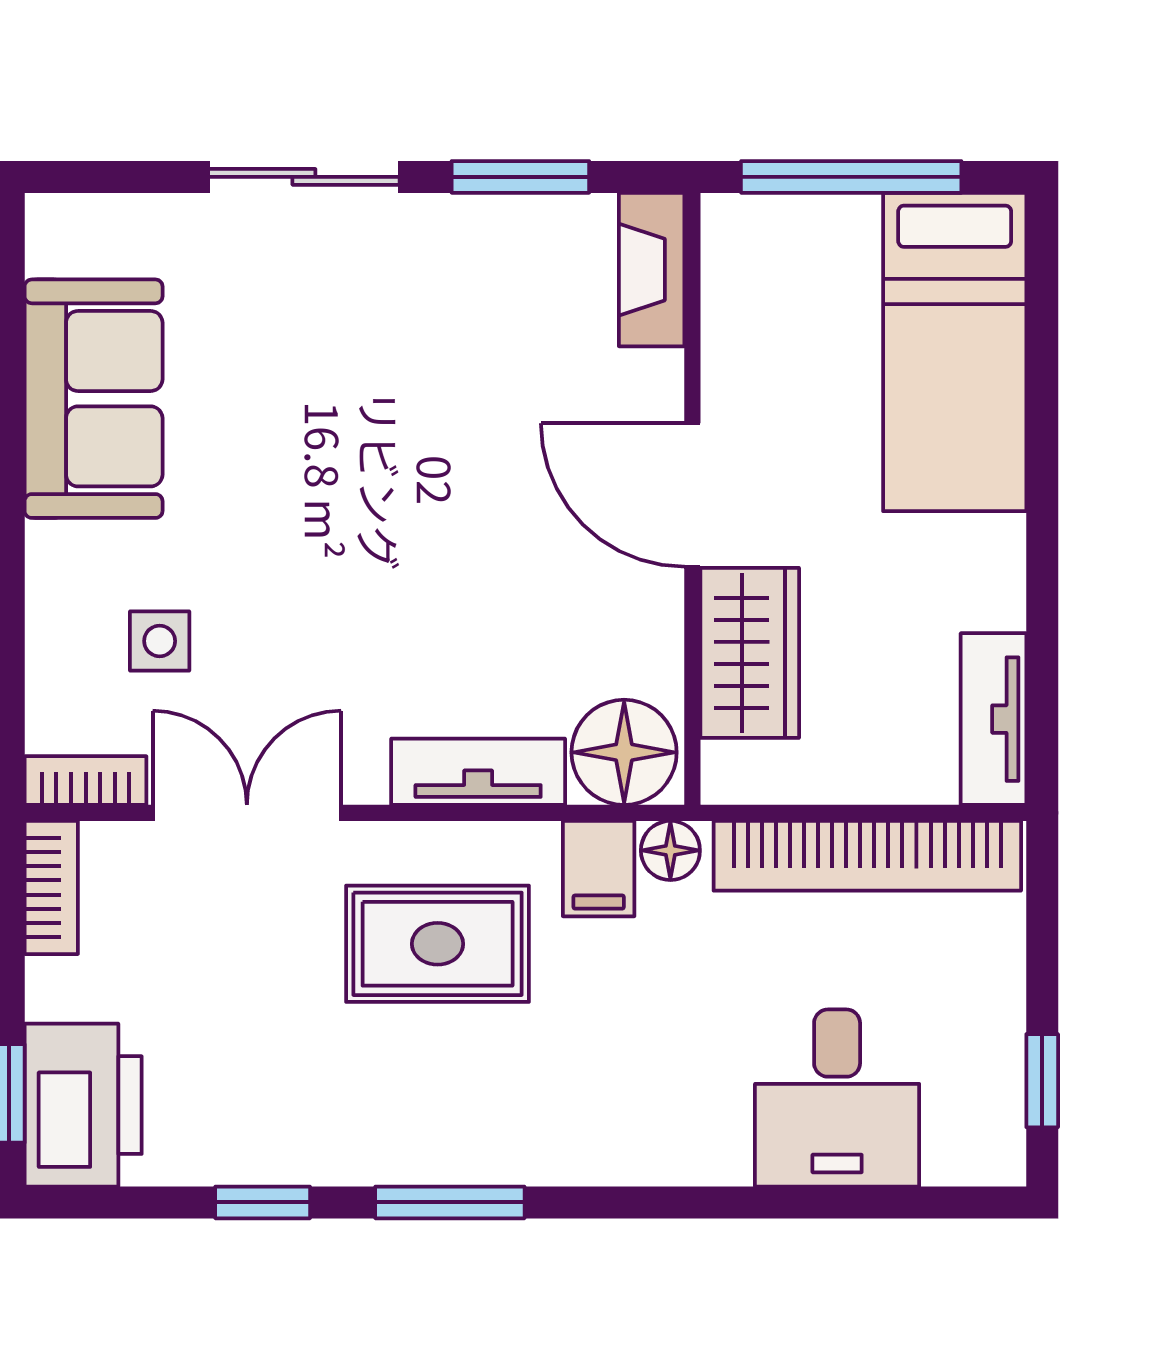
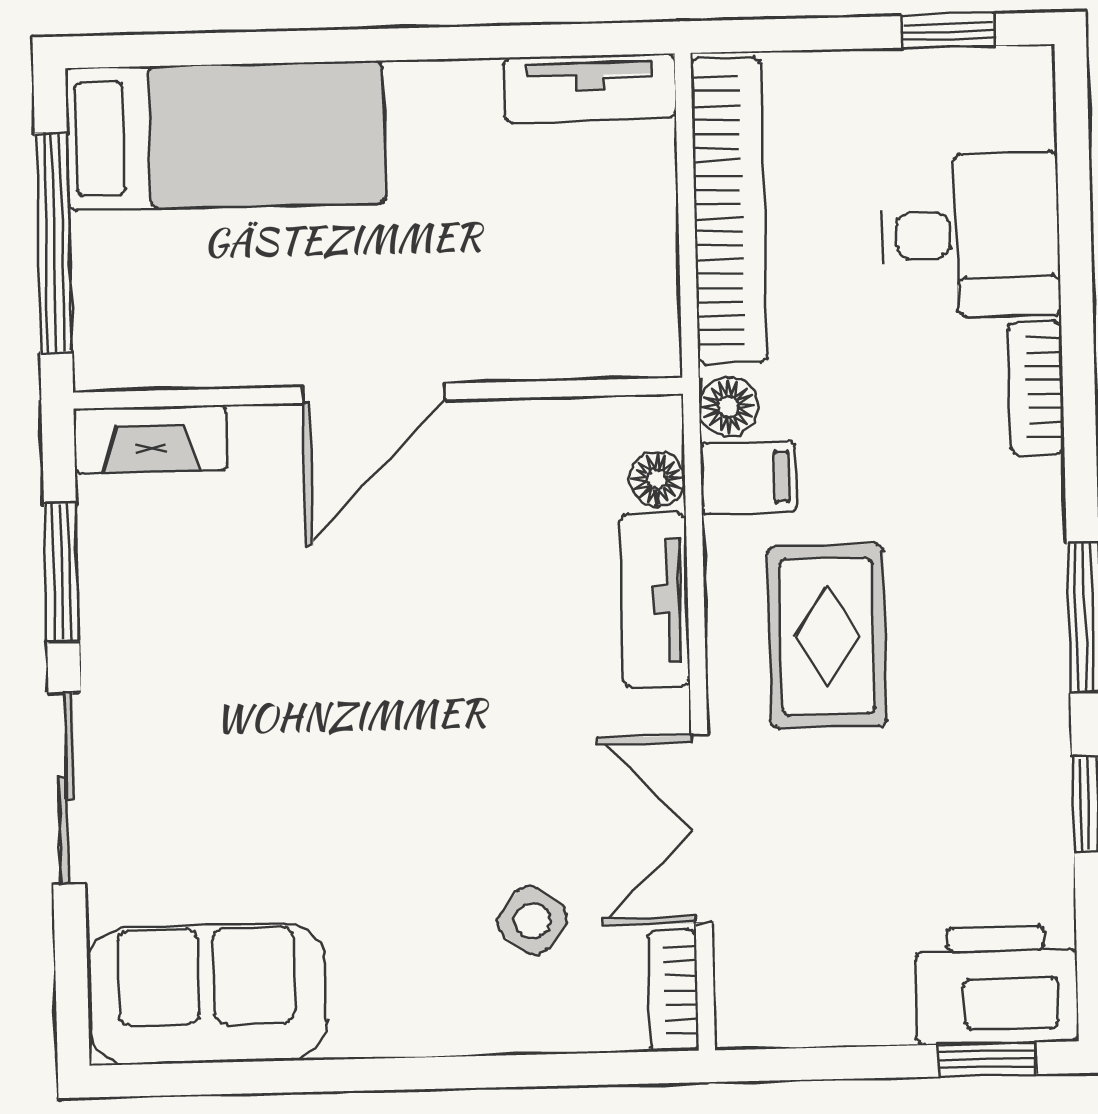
sofa: (94, 399) -> (207, 994), moved
side table: (160, 641) -> (532, 920), turned 38
wardrobe: (750, 653) -> (530, 332), removed
floor lamp: (624, 752) -> (657, 479), width x0.53, depth x0.53
bookcase: (51, 887) -> (1036, 387), moved, turned -90

